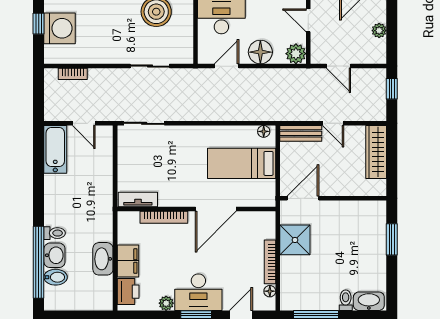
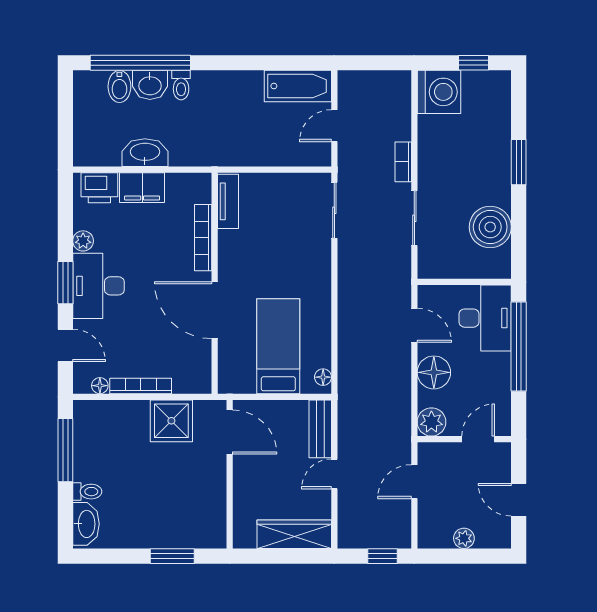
washing machine: (59, 28) -> (439, 92), moved, turned -90
bookcase: (73, 74) -> (403, 162), moved

